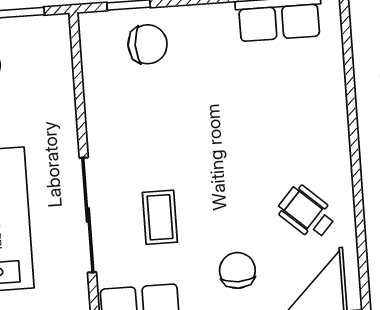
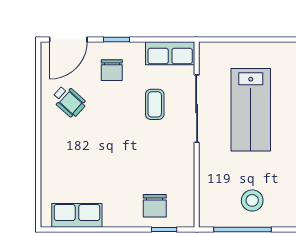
chair: (148, 44) -> (155, 206), turned -90

